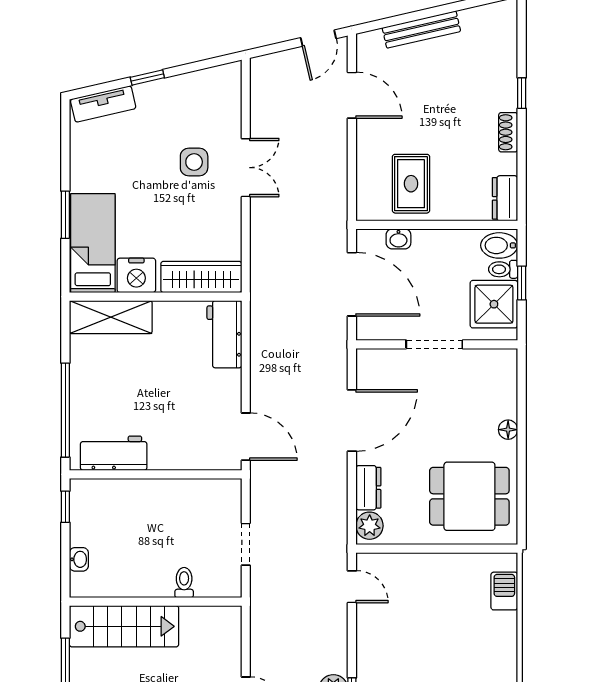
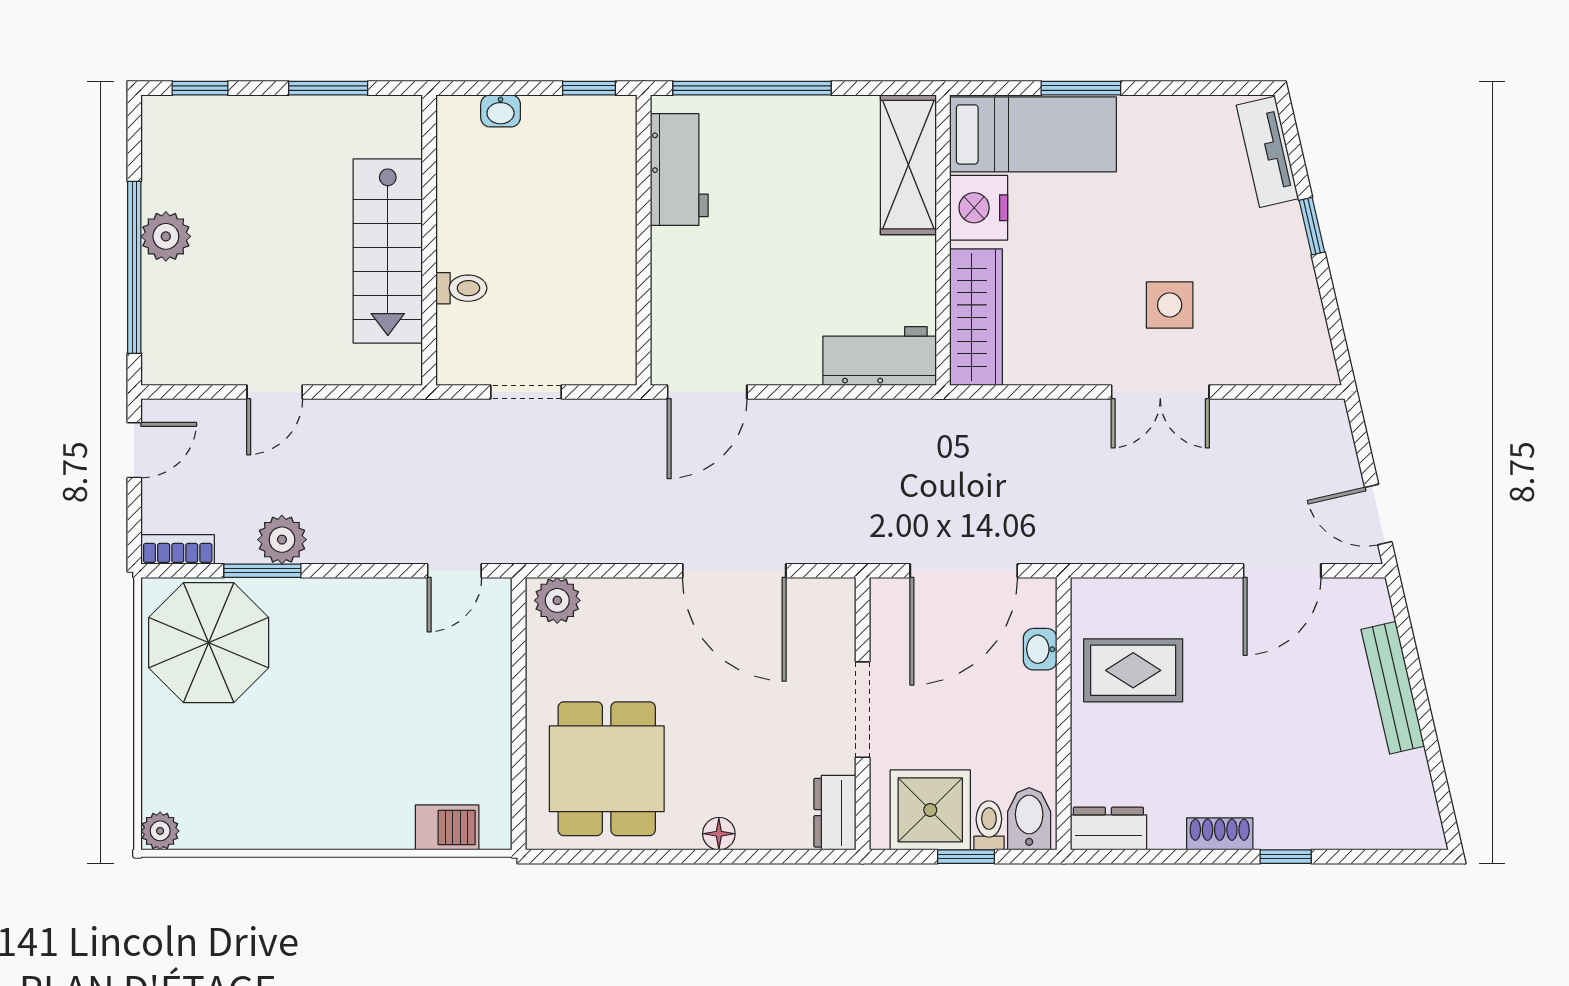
dresser: (368, 488) -> (835, 813), moved, turned 90
stairs: (124, 626) -> (388, 251), moved

